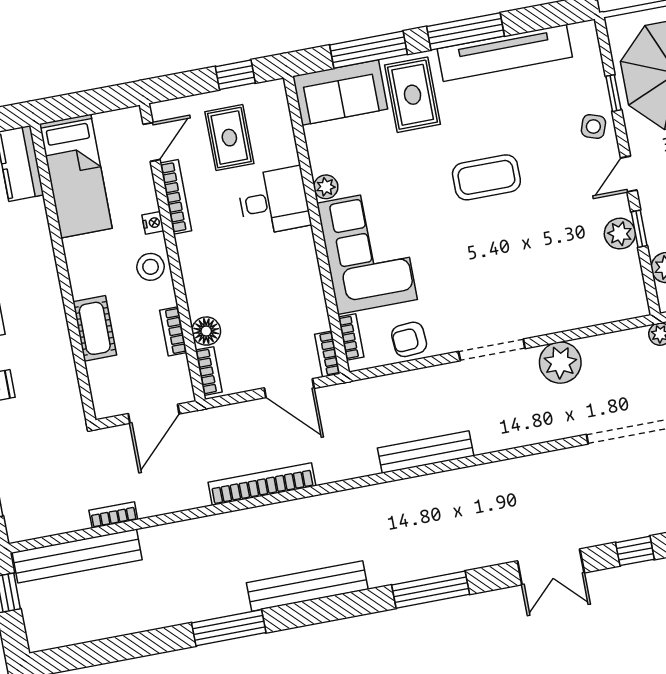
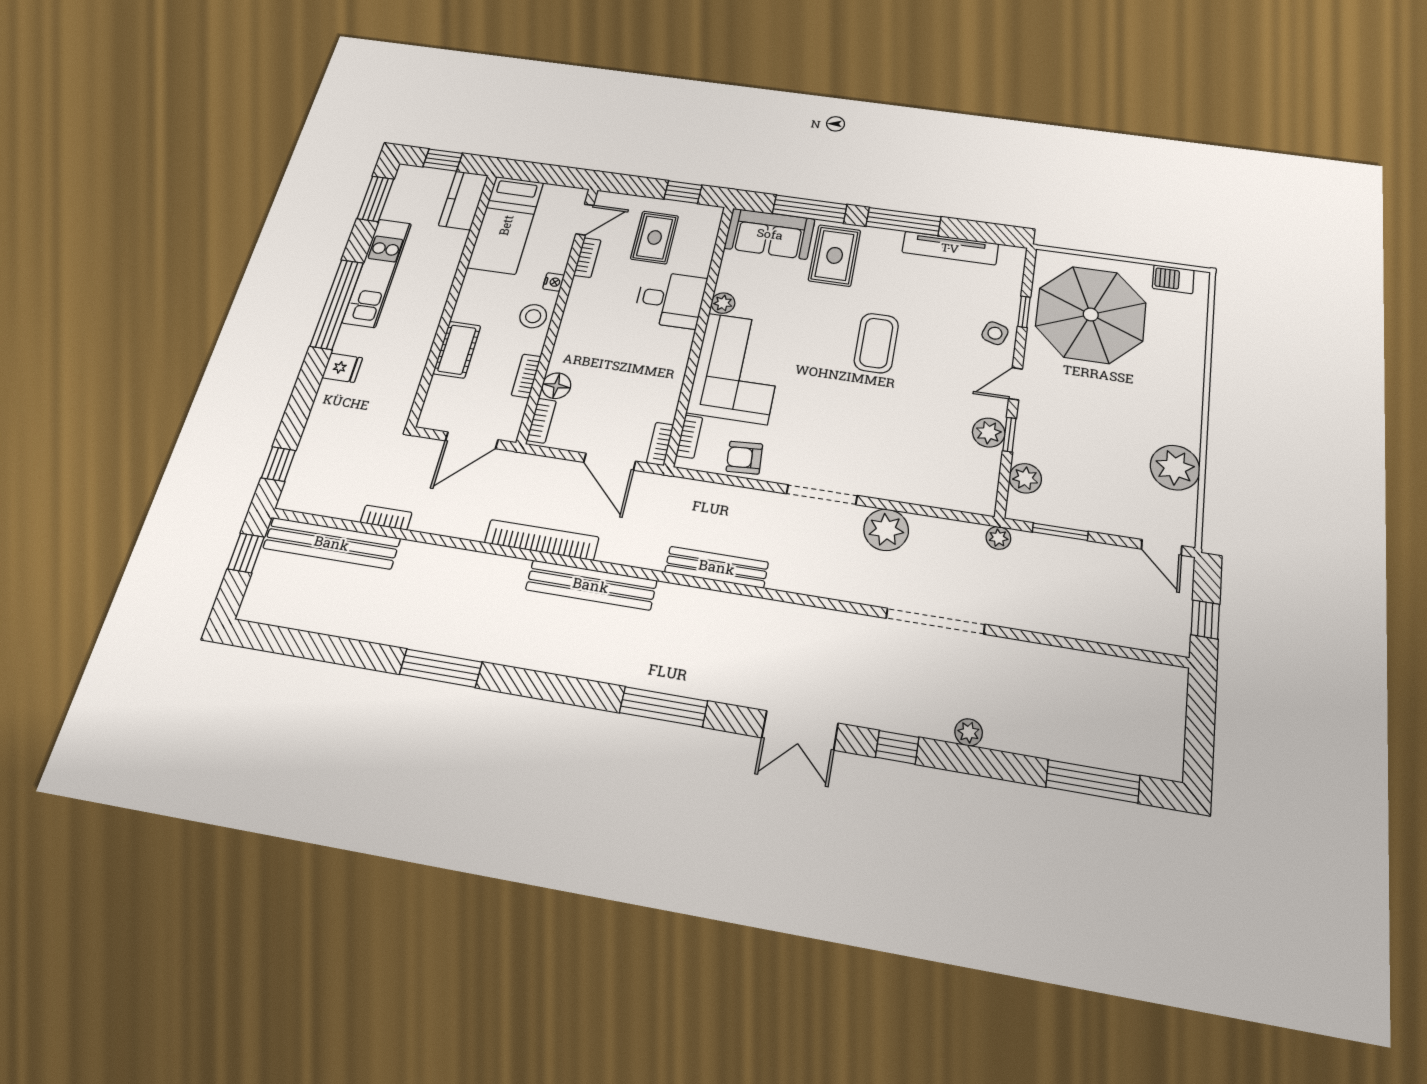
tv unit: (505, 53) -> (950, 248), width x0.73, depth x0.78
coffee table: (486, 177) -> (876, 343), turned 90
bookcase: (176, 197) -> (587, 258), width x0.64
bench: (307, 586) -> (591, 585), moved

